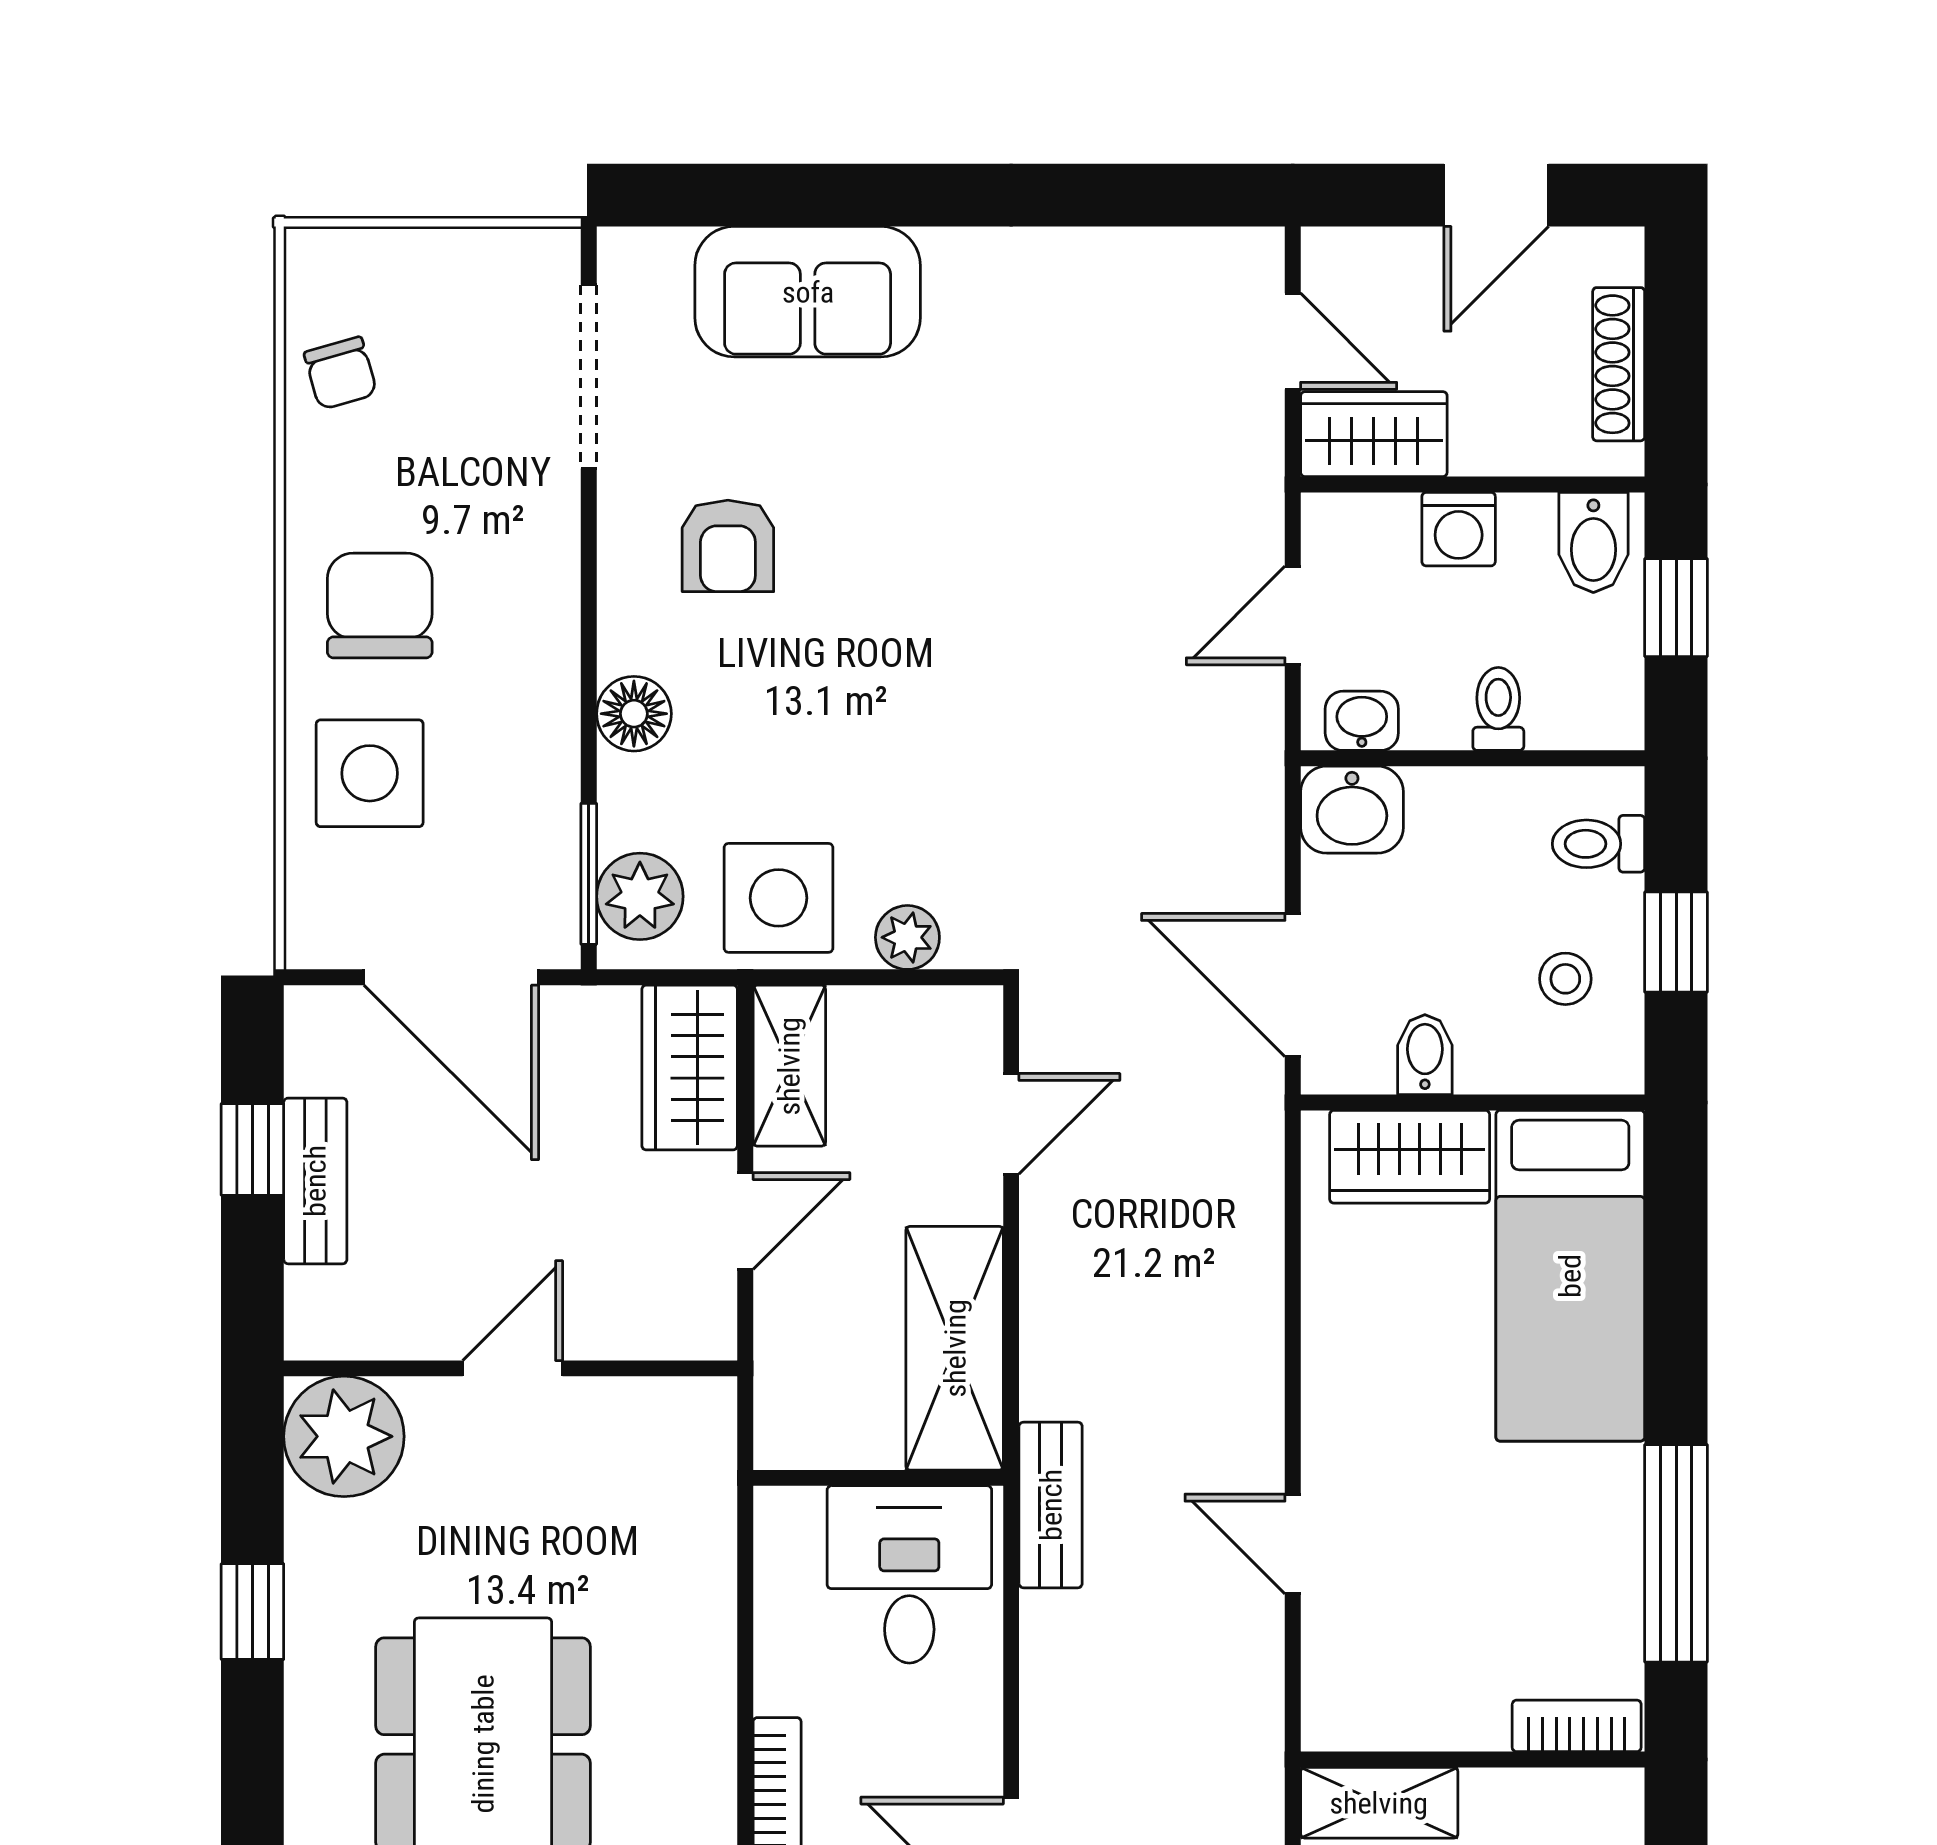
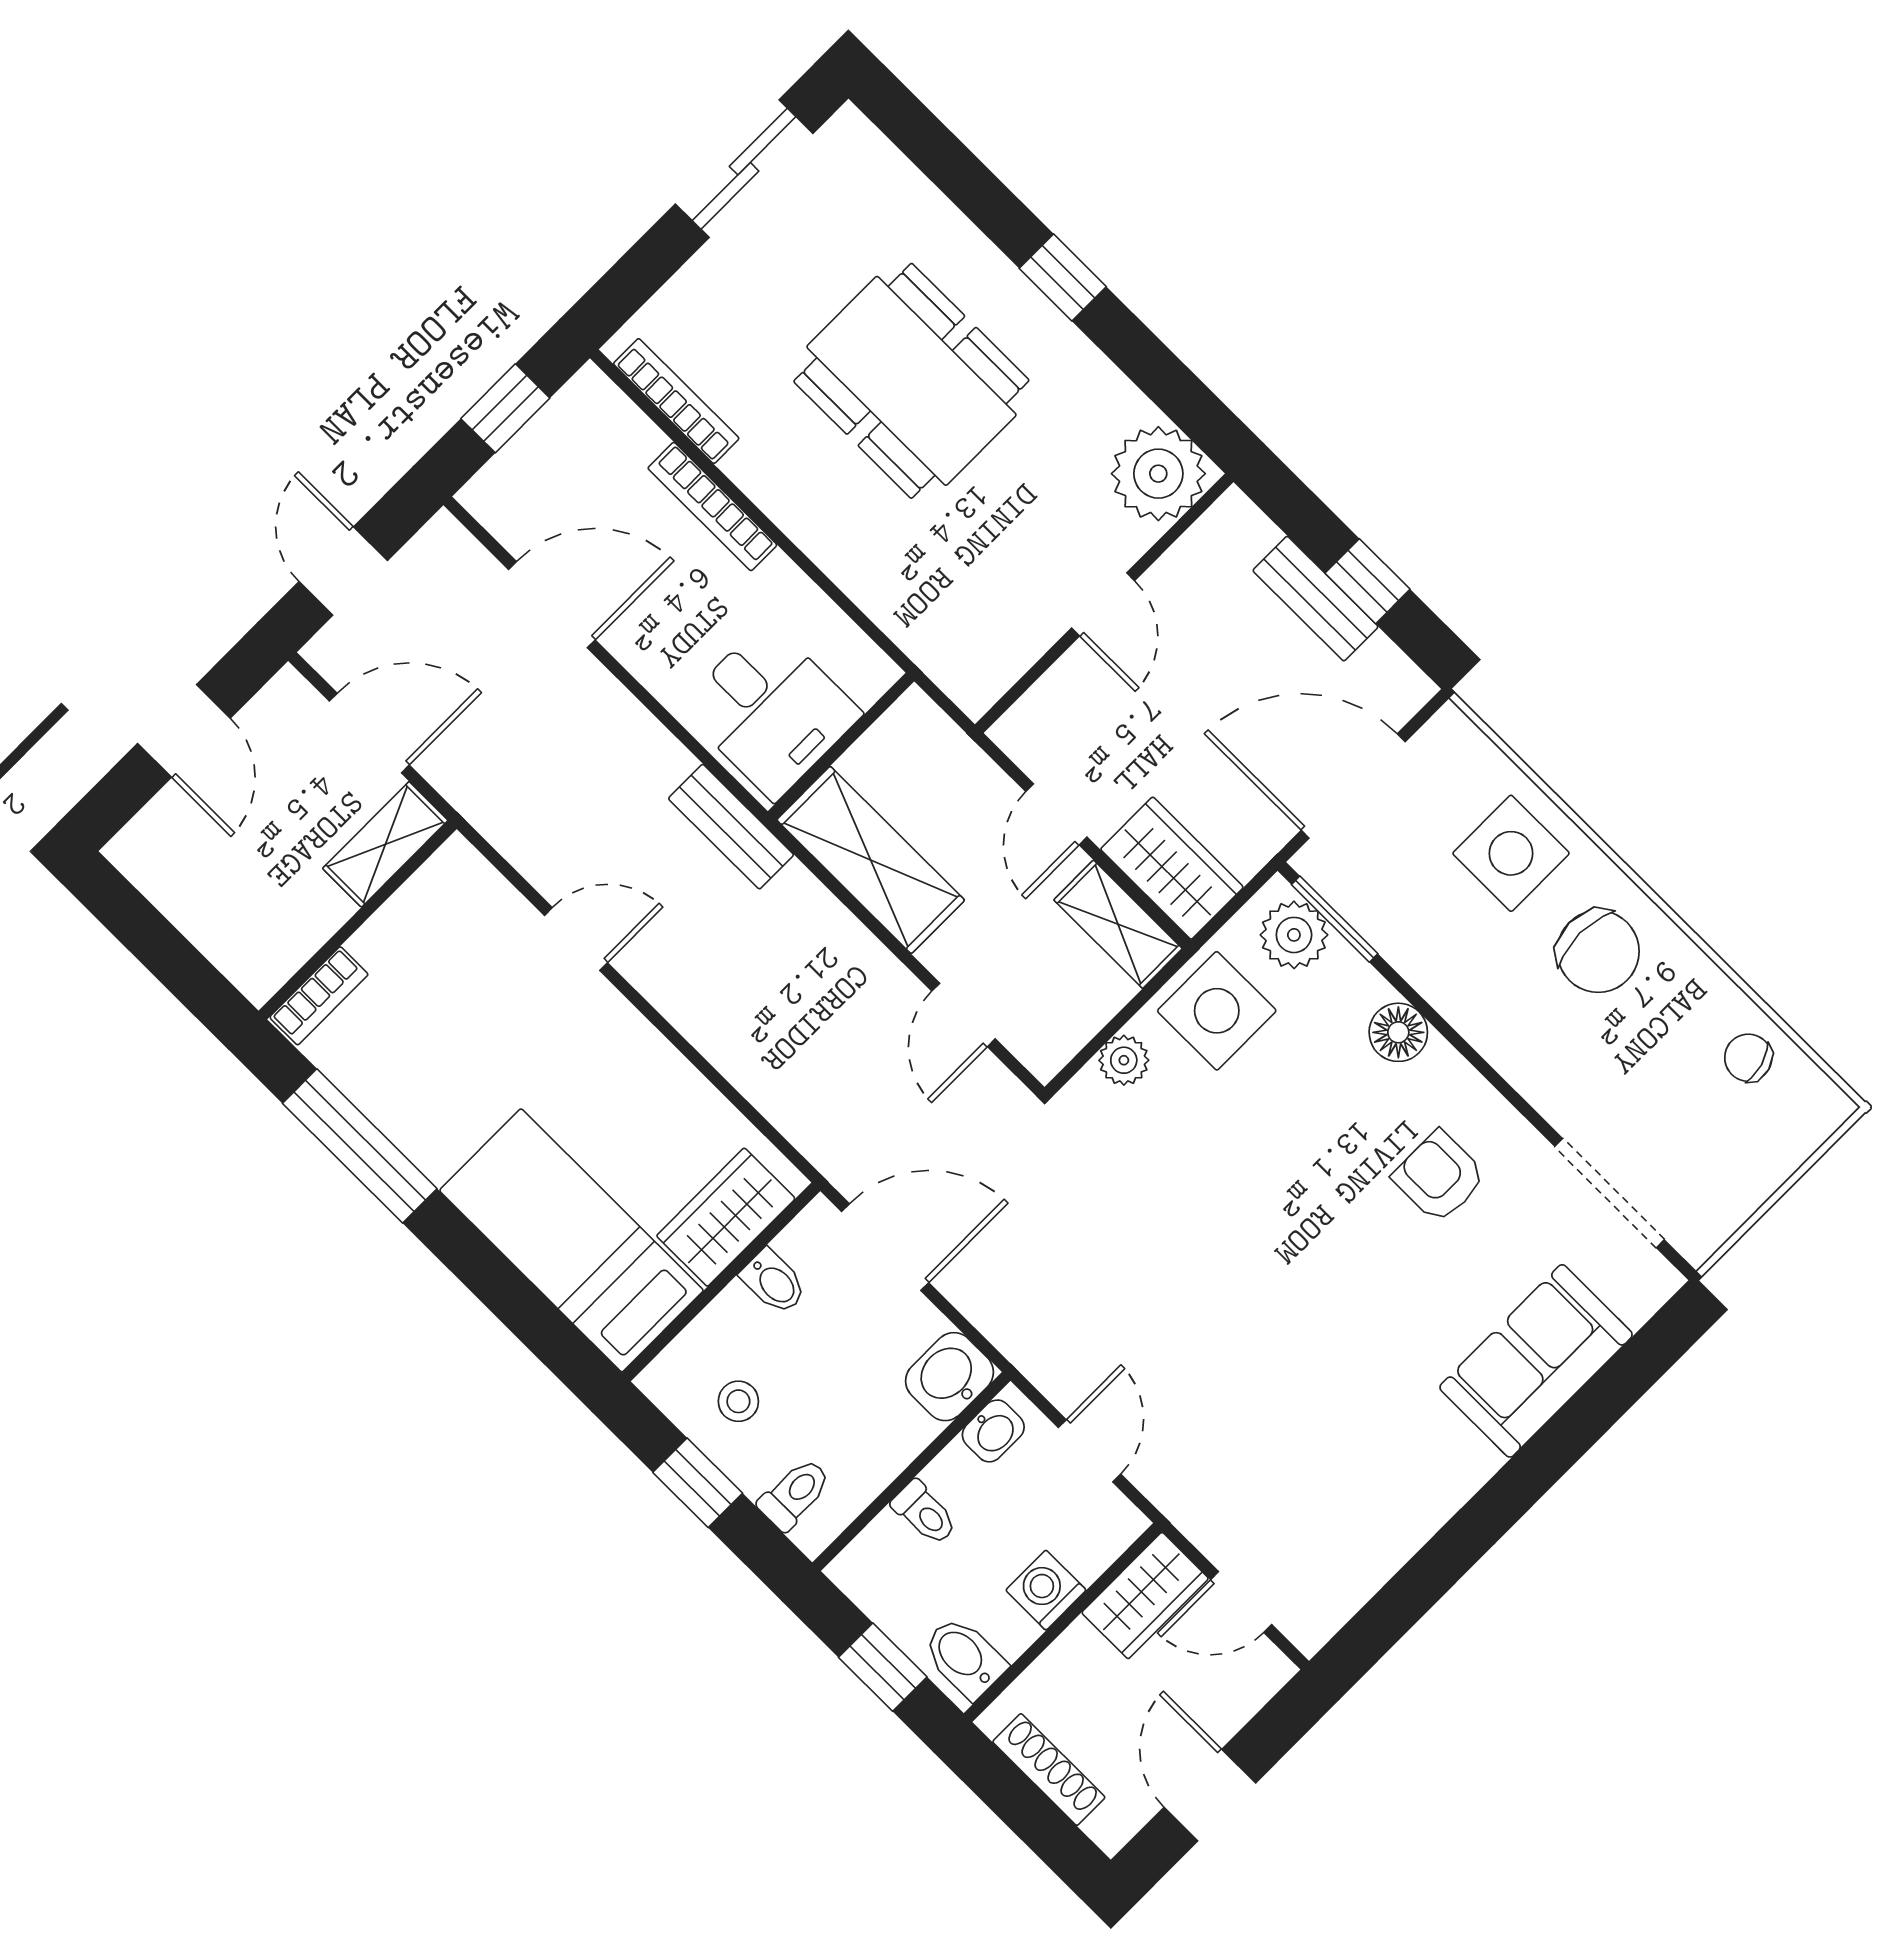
window: (252, 1612) -> (1063, 277), moved

